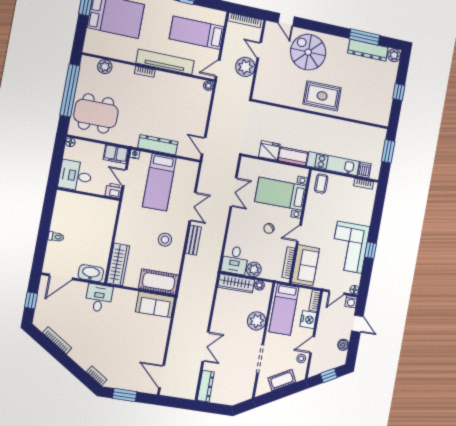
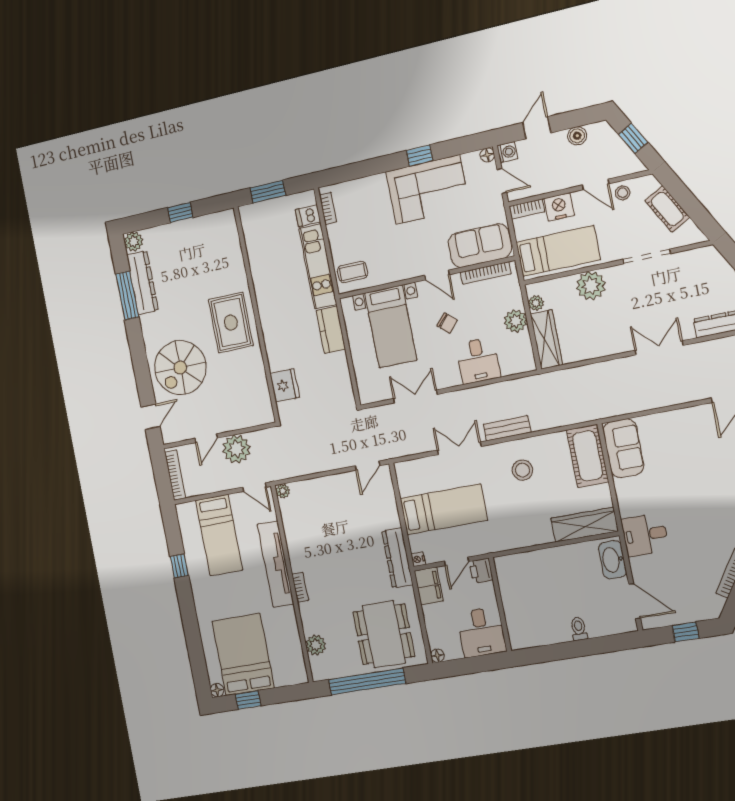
dresser: (158, 145) -> (397, 558), moved
fridge: (269, 151) -> (285, 385), moved, turned 180
desk: (235, 260) -> (478, 361), moved, turned 90

